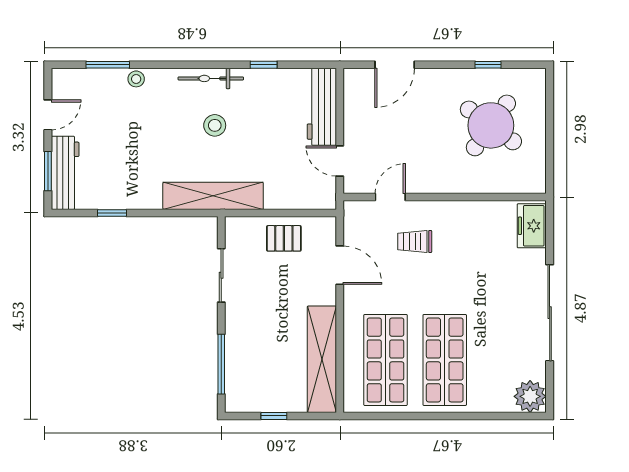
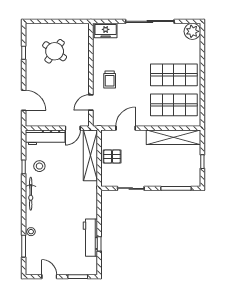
stool: (215, 125) -> (39, 166), moved
round table: (491, 125) -> (55, 51), width x0.73, depth x0.73
workbench: (65, 173) -> (90, 238), moved, turned -90
shelving: (213, 196) -> (90, 155), moved
door: (390, 197) -> (91, 102), hinge flipped
pallet: (284, 238) -> (112, 157), turned 90
trolley: (415, 241) -> (110, 80), moved

